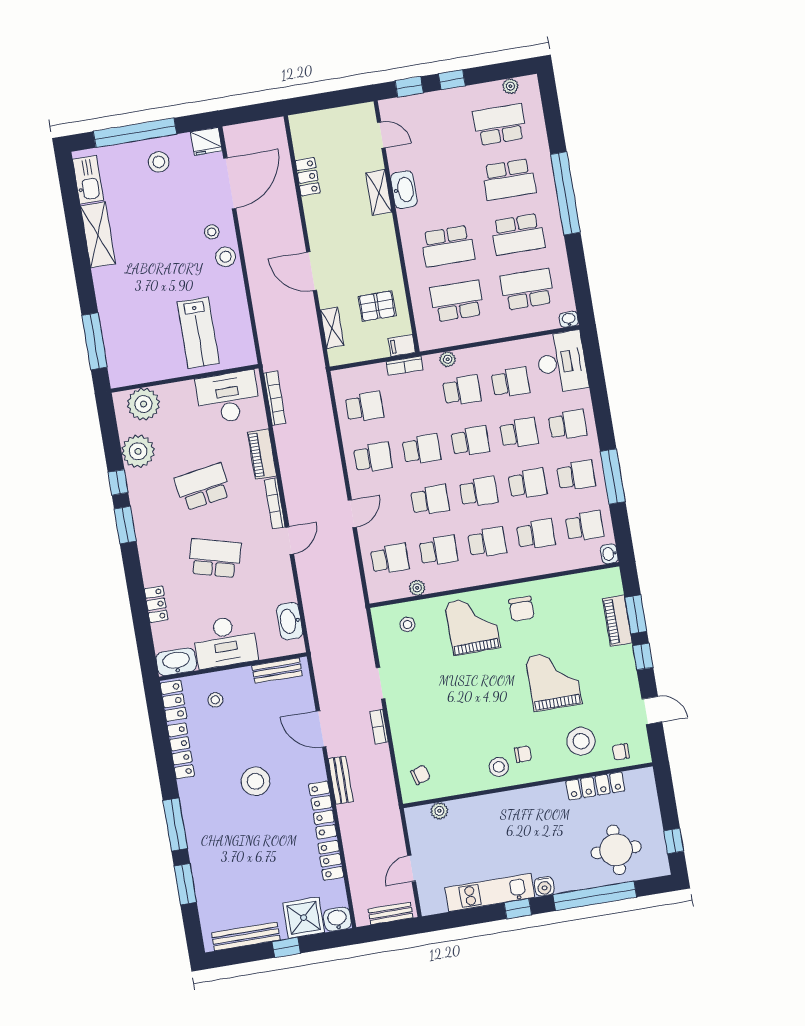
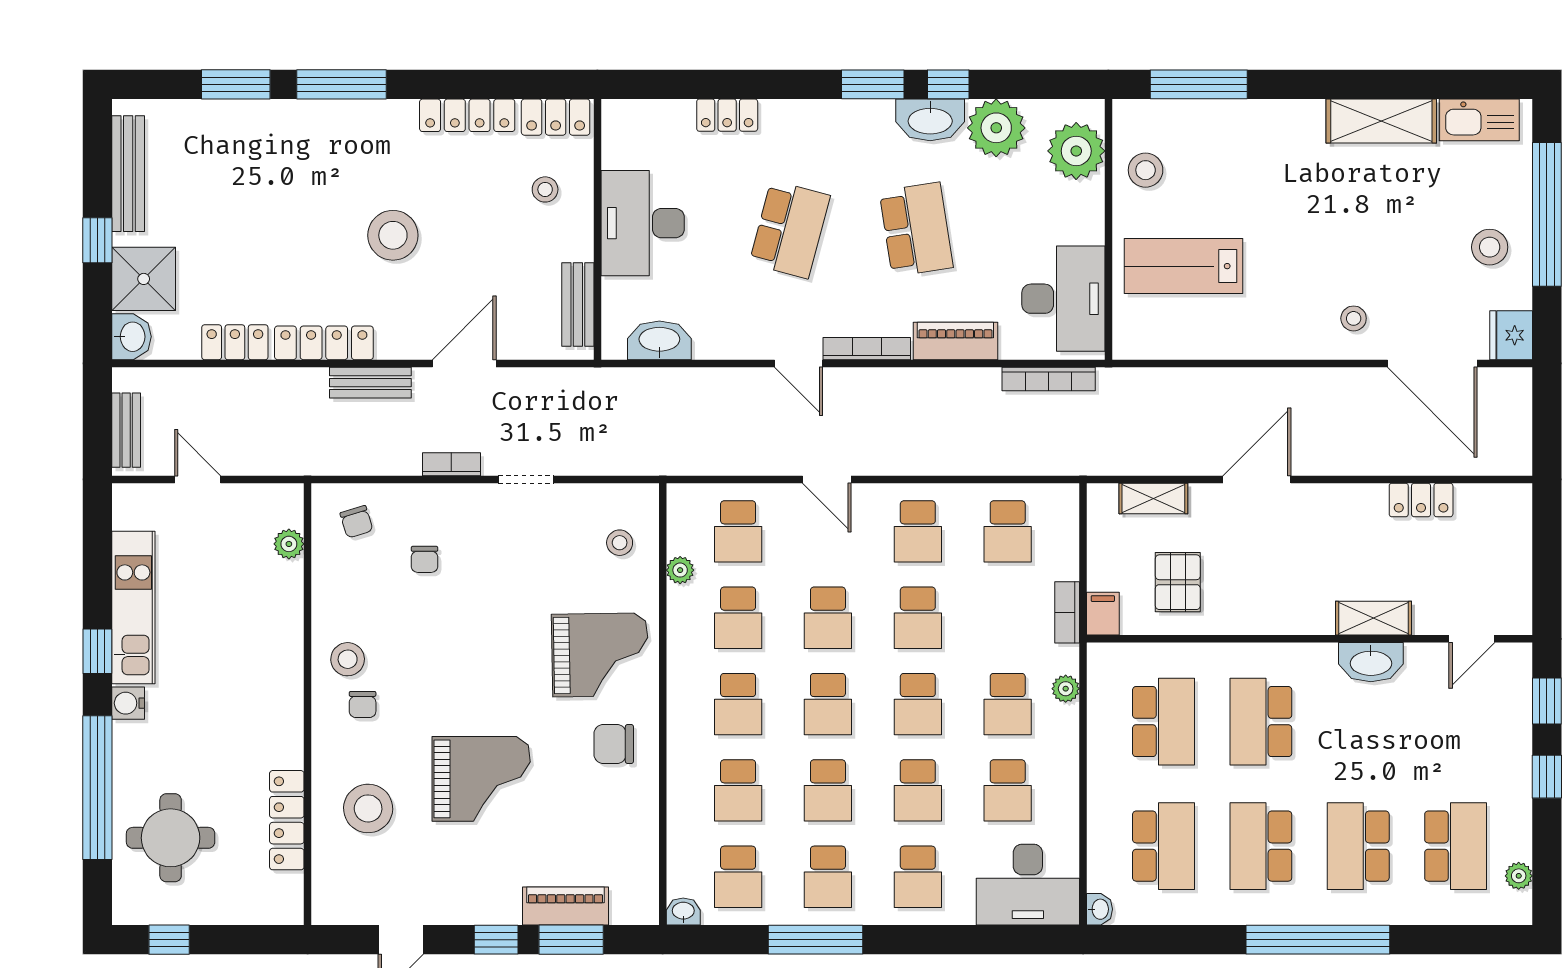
stool: (226, 257) -> (1146, 170), moved
washbasin: (176, 662) -> (930, 120), moved, turned 90
chair: (621, 752) -> (424, 559), moved, turned 180

